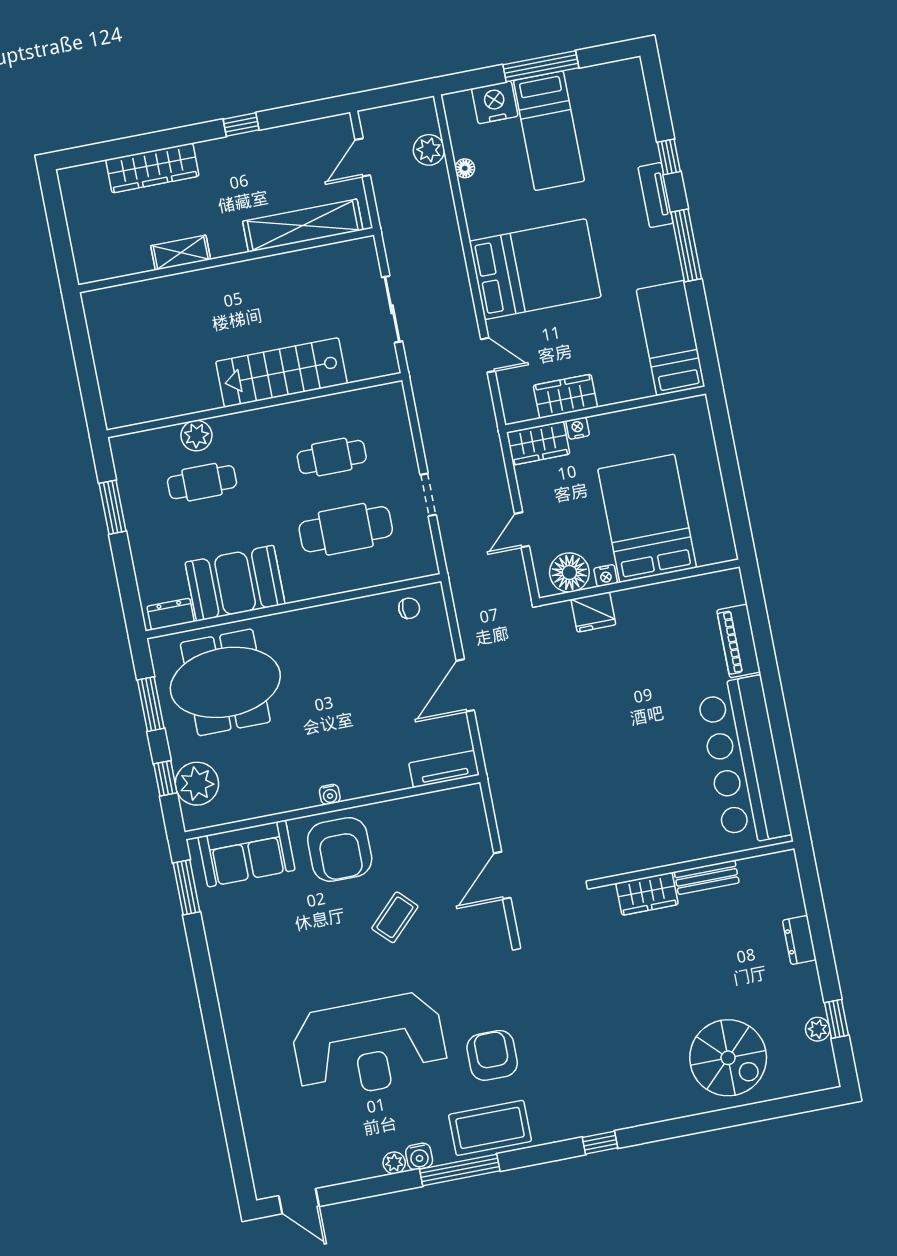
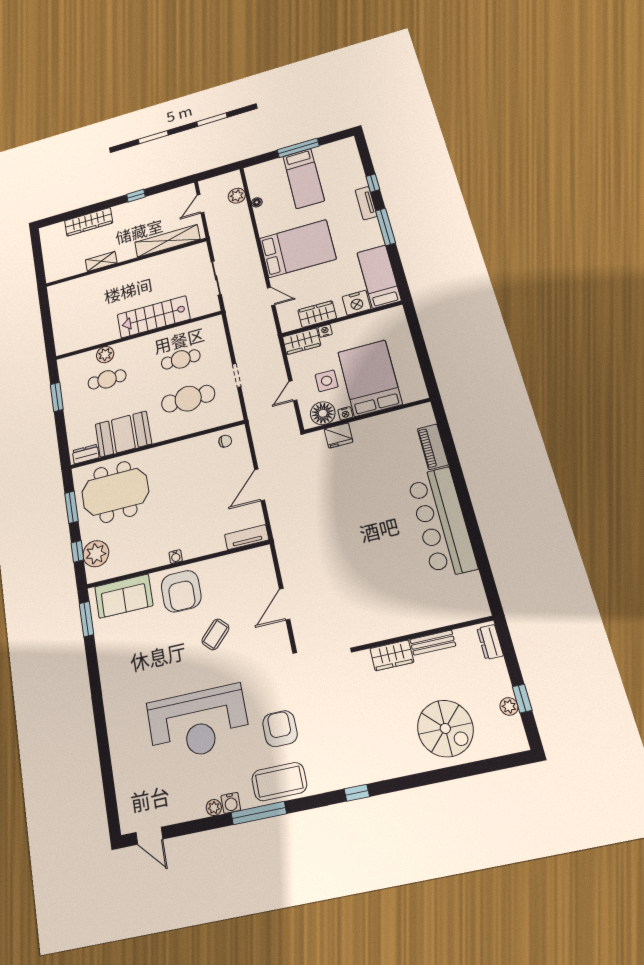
nightstand: (495, 102) -> (357, 303), moved, turned 180
side table: (577, 517) -> (327, 381), added
wall: (694, 864) -> (423, 634), moved
bench: (707, 877) -> (433, 643), moved
wardrobe: (647, 894) -> (392, 655), moved

